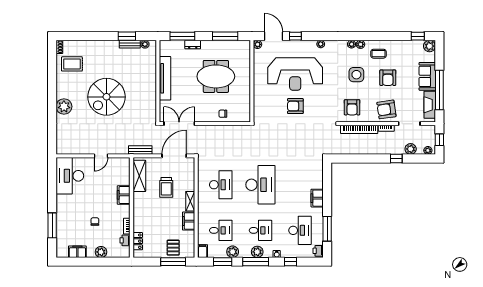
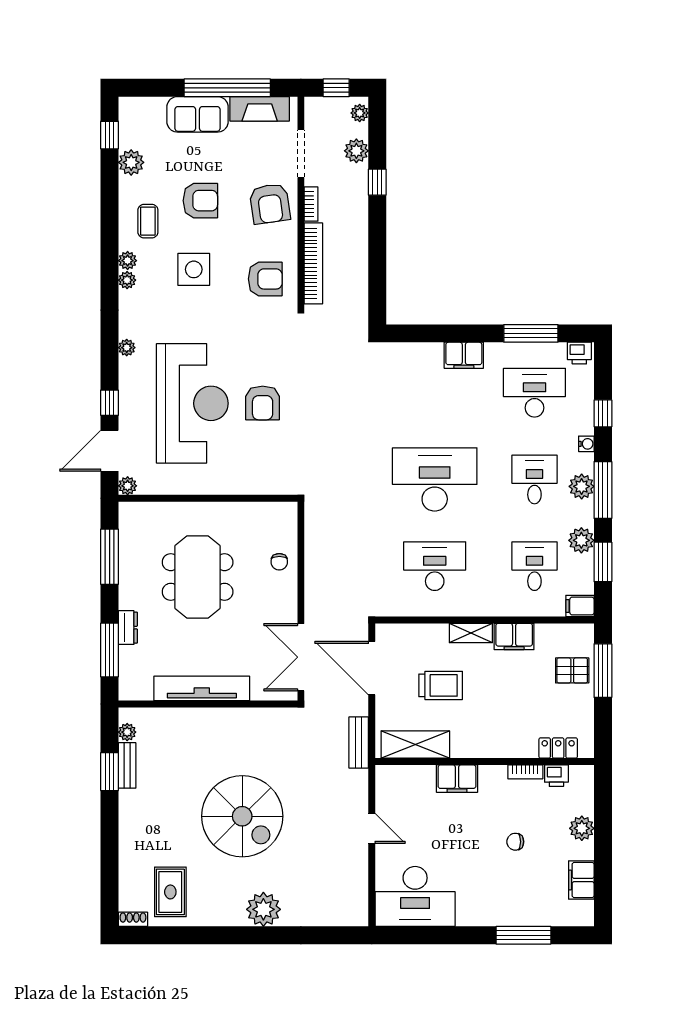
plant: (430, 46) -> (131, 162), moved

